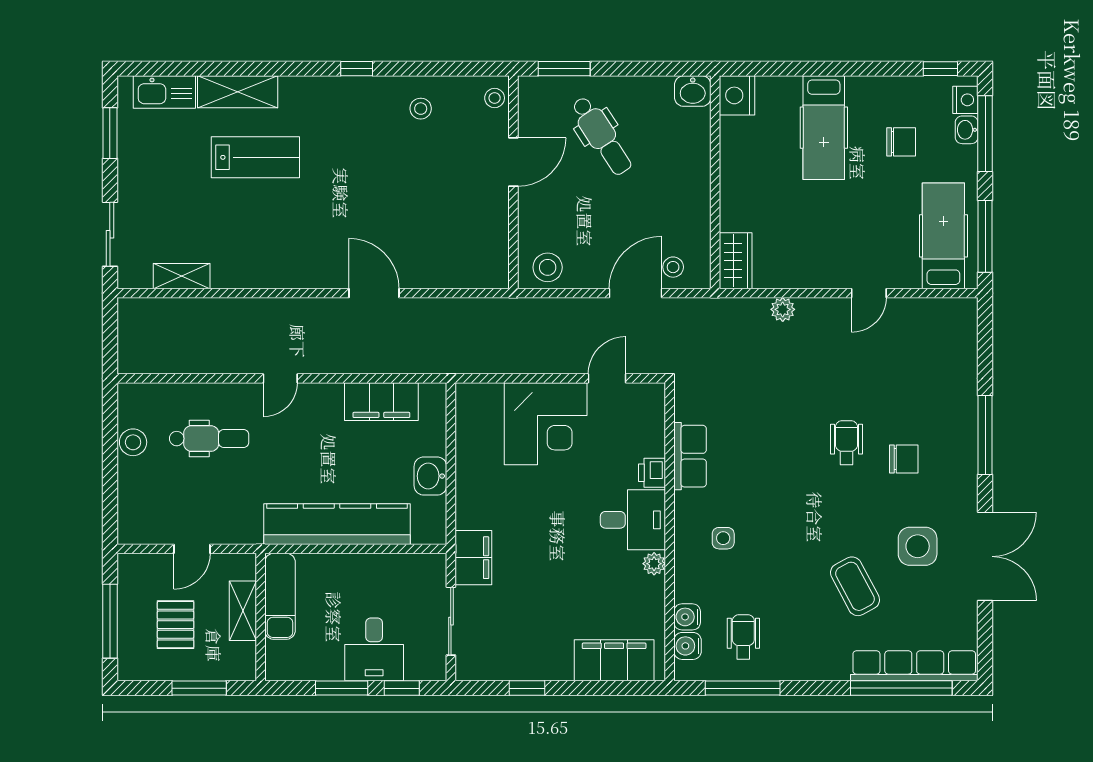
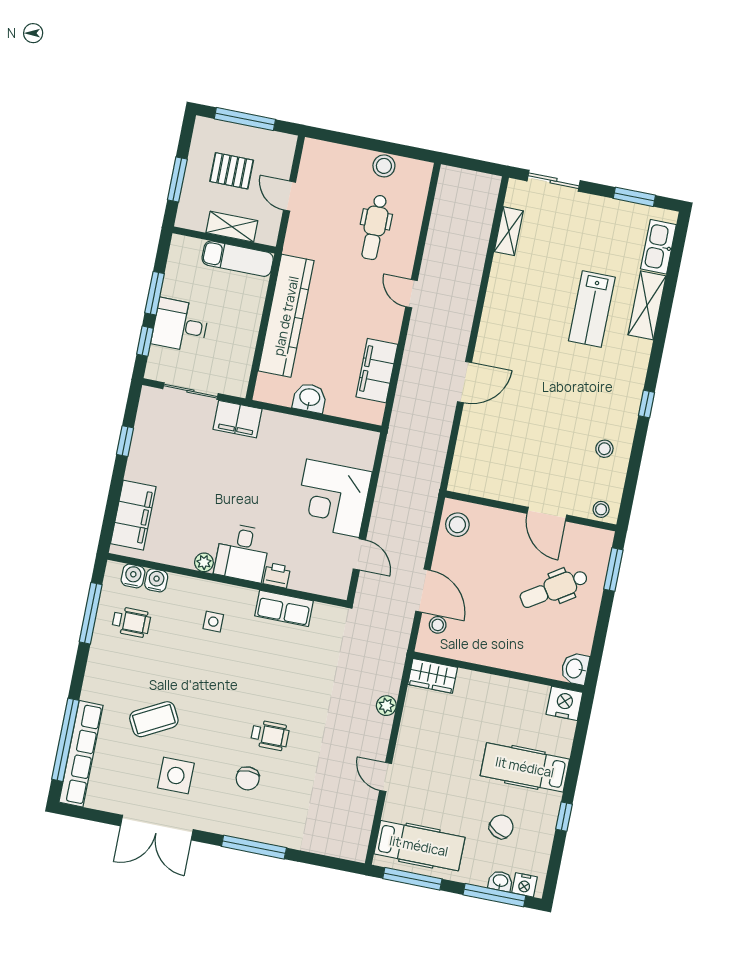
window: (940, 69) -> (564, 817), moved
chair: (901, 142) -> (501, 827), turned -151

